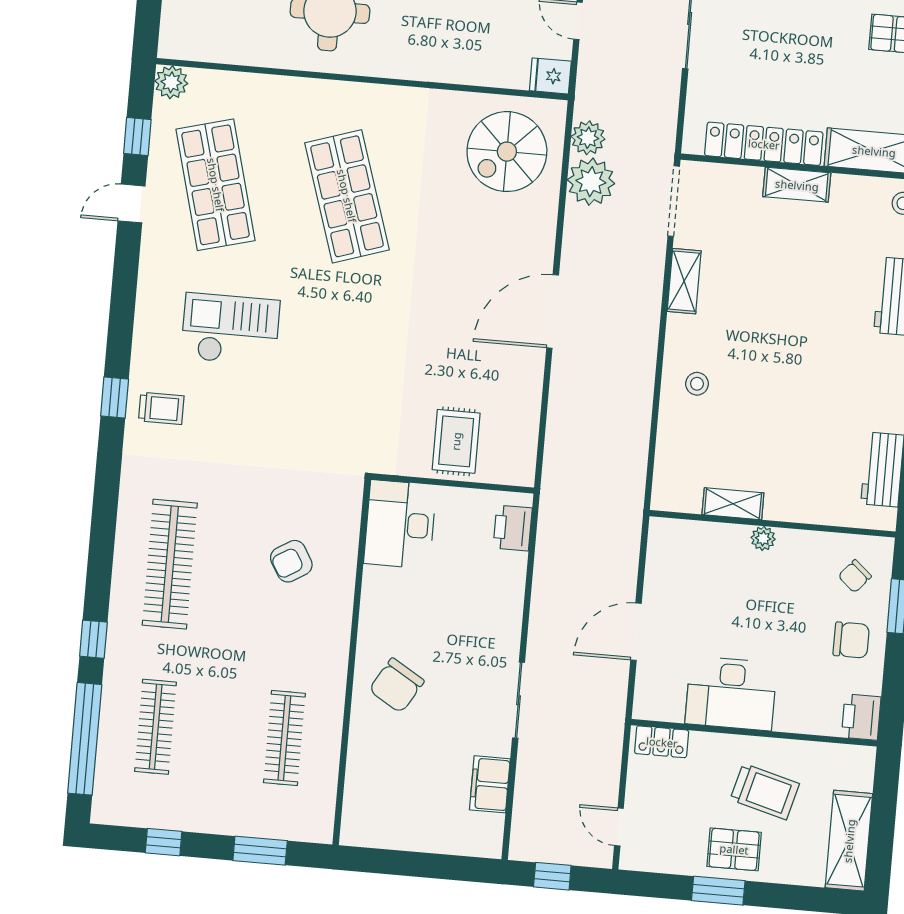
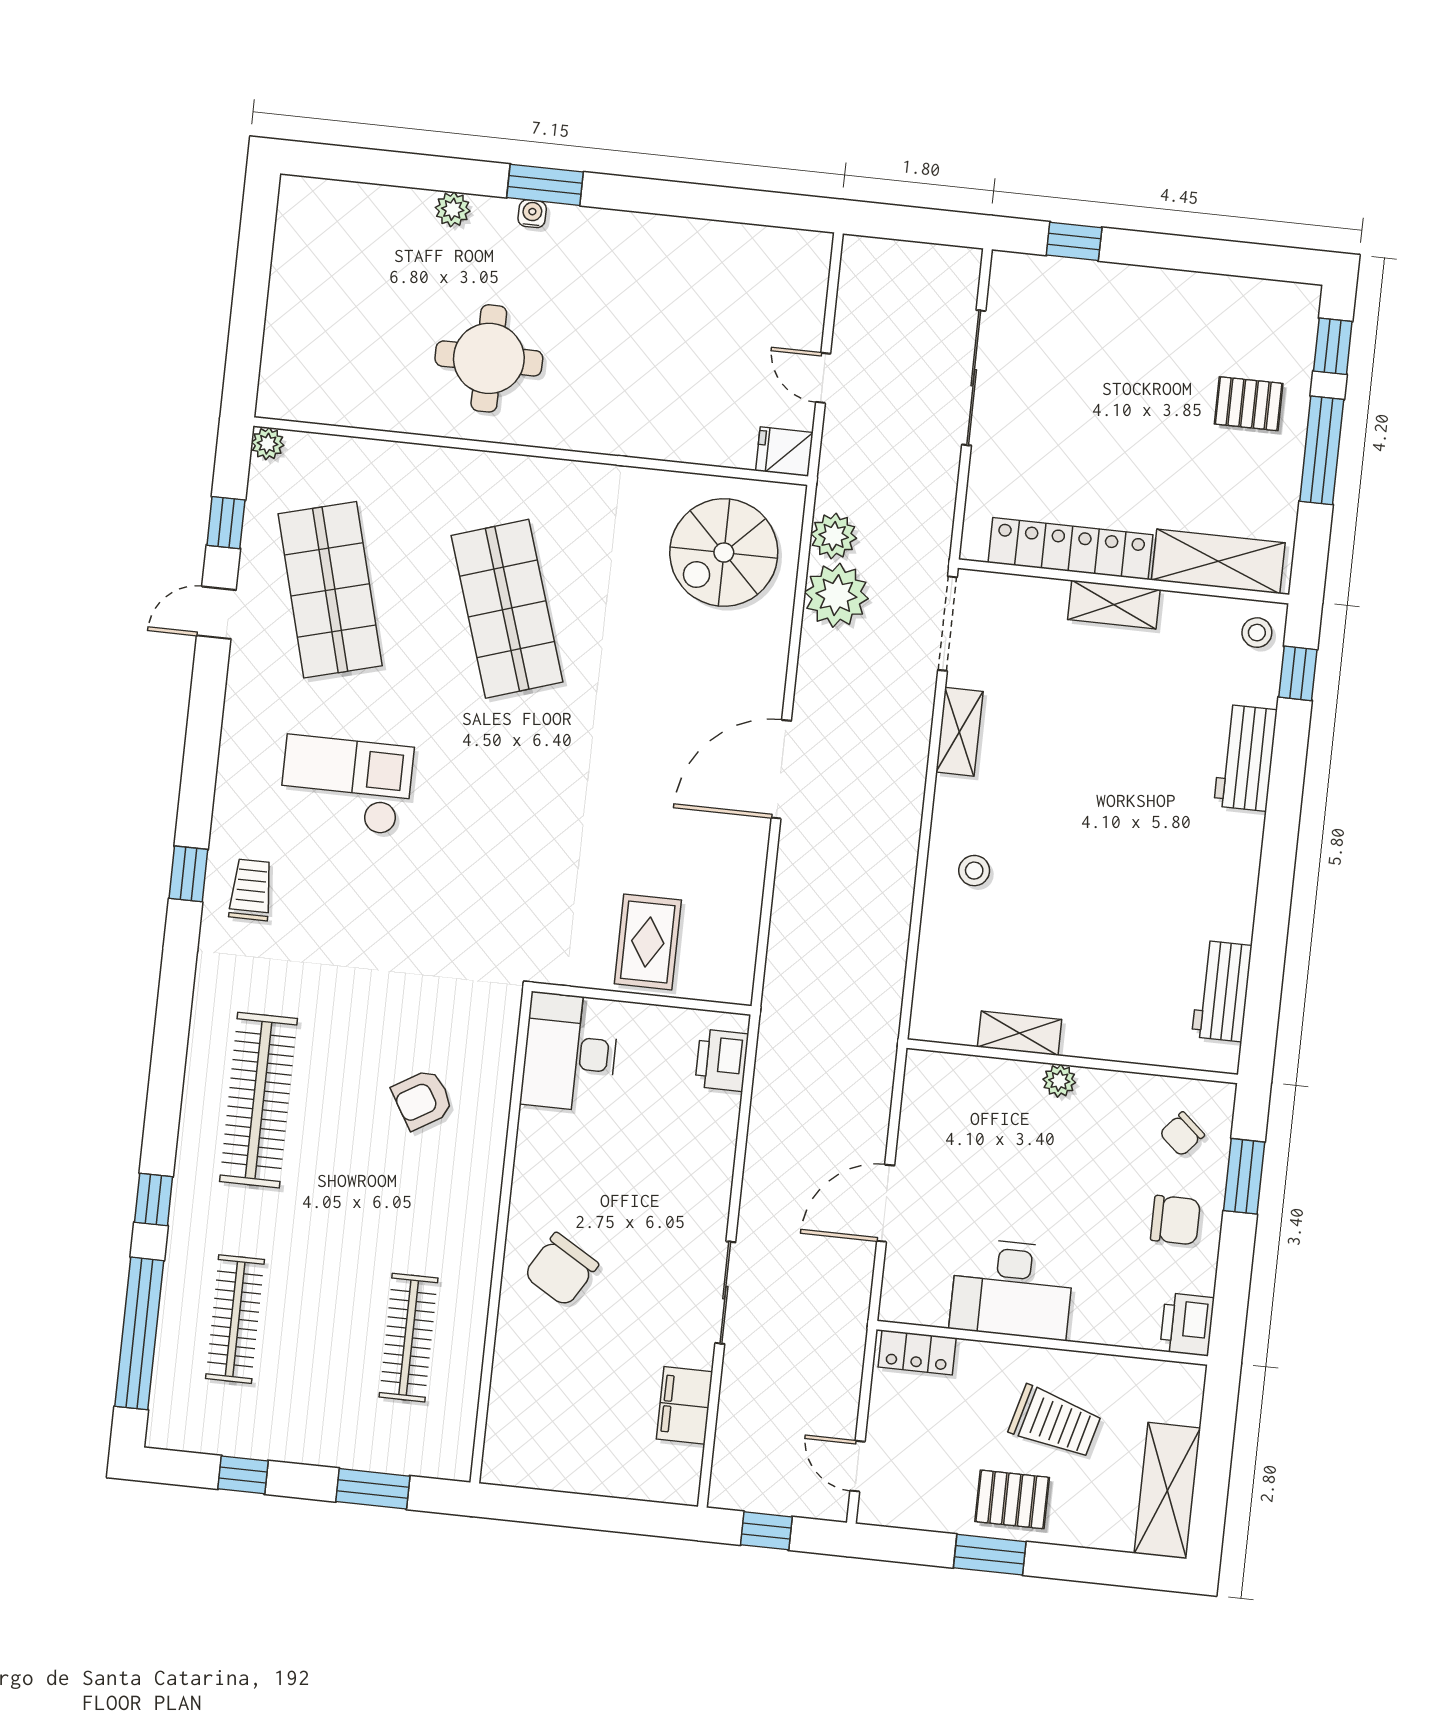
plant: (171, 82) -> (268, 444), width x0.73, depth x0.73
trolley: (161, 408) -> (251, 890), turned -90

